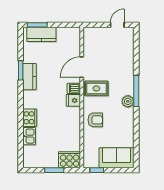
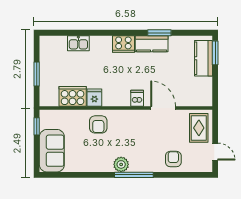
armchair: (123, 59) -> (173, 159), added
rug: (96, 88) -> (199, 128), moved
fridge: (73, 100) -> (94, 98), moved
cooker: (30, 118) -> (123, 44), moved
cooker: (70, 160) -> (73, 96), moved, turned -90

